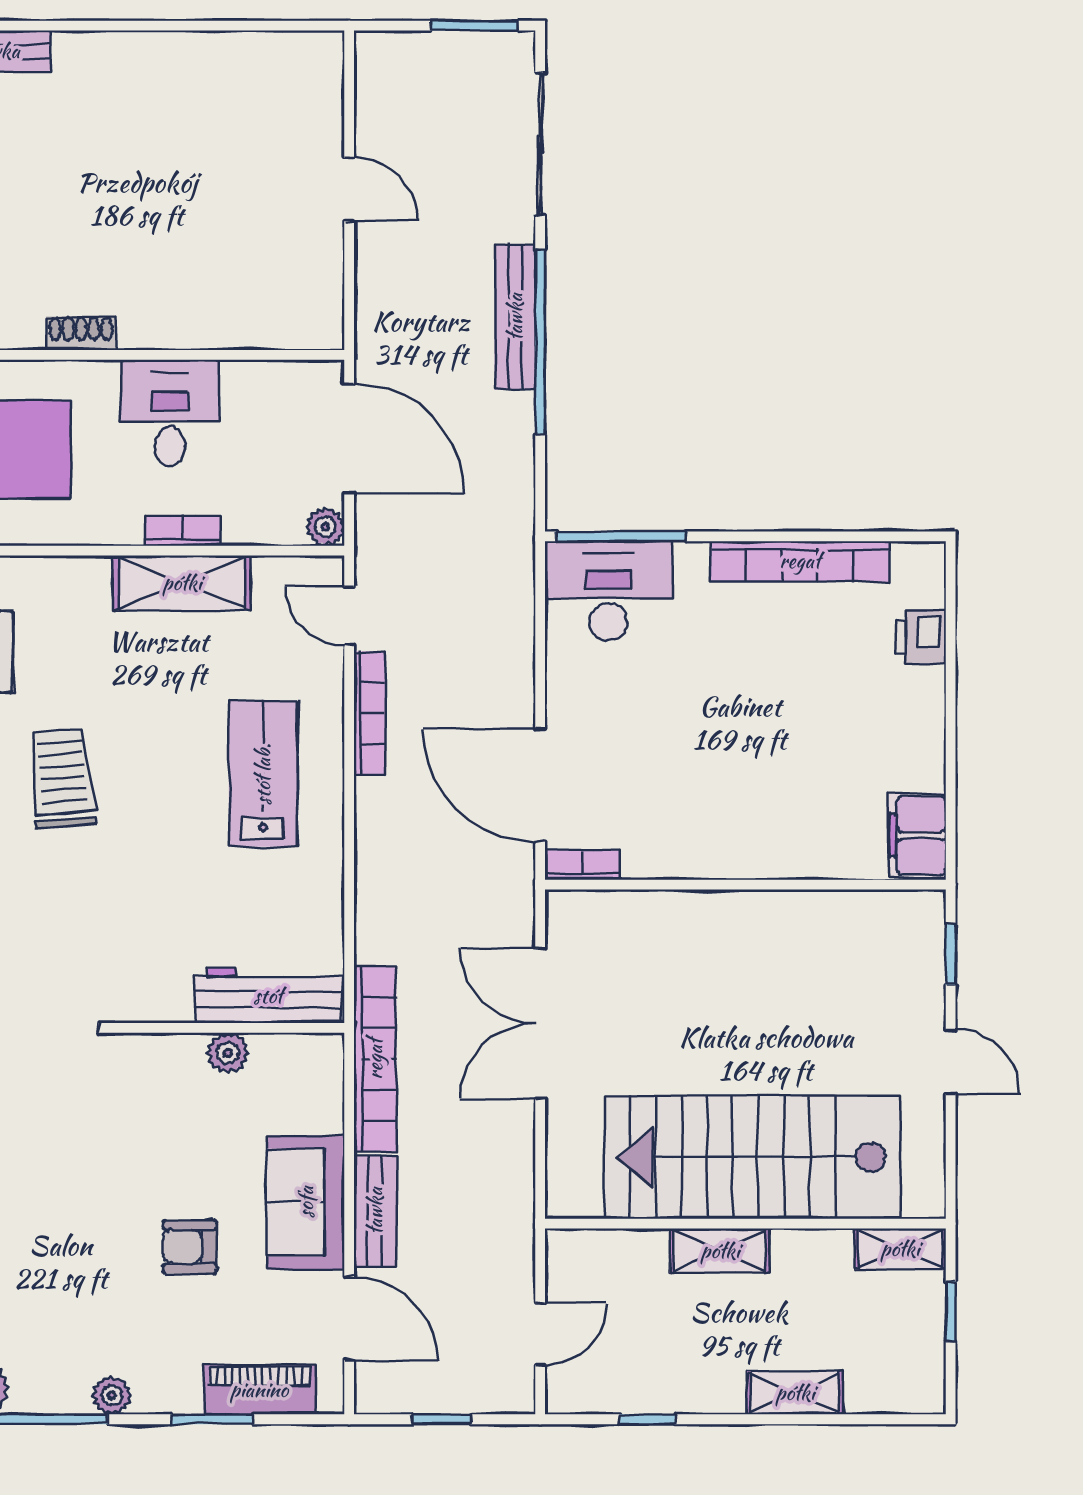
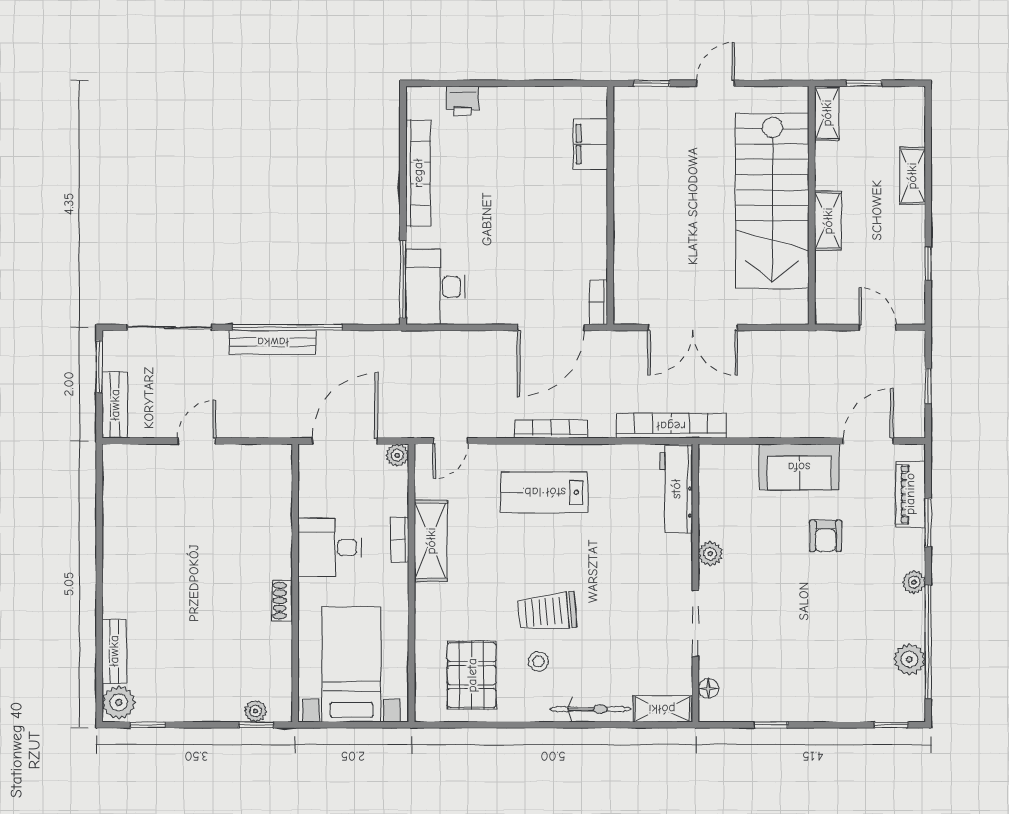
bookcase: (370, 713) -> (551, 429), moved
filing cabinet: (917, 835) -> (590, 144), moved, turned 90
plant: (228, 1053) -> (710, 554), moved
bookcase: (375, 1059) -> (671, 426), moved
bench: (375, 1211) -> (115, 405), moved, turned 90

